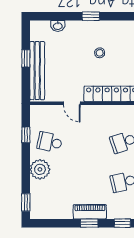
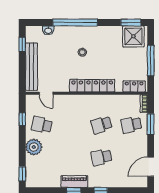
window: (91, 16) -> (75, 23), width x3.17
window: (26, 58) -> (22, 44), moved
door: (72, 103) -> (46, 93), moved

